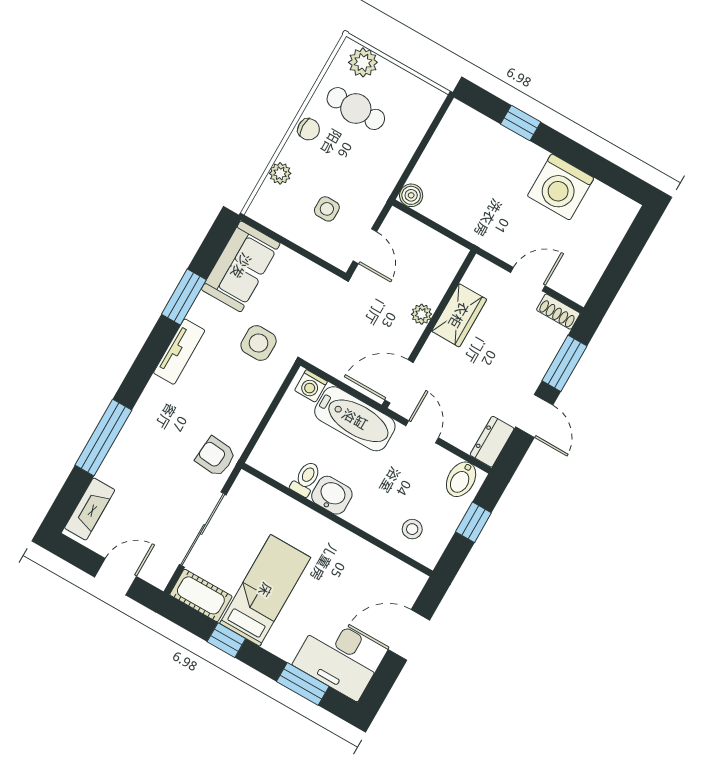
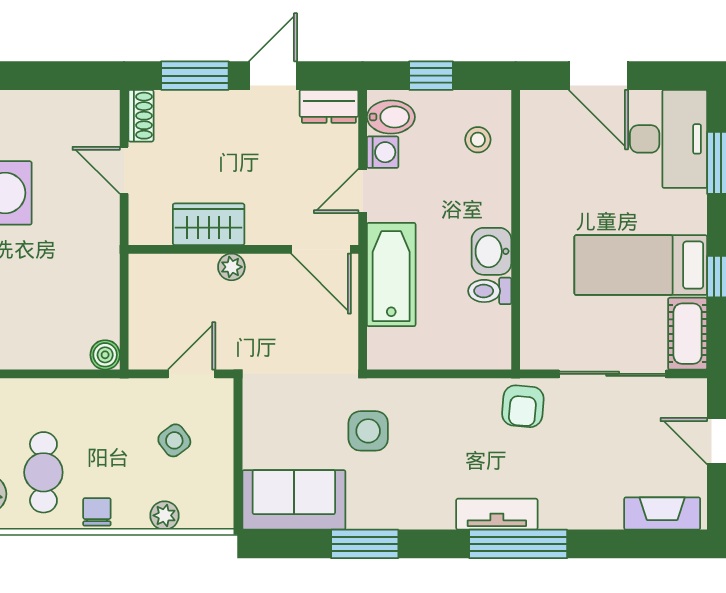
side table: (327, 209) -> (174, 440), turned -37
tv unit: (179, 352) -> (497, 514), moved
washing machine: (311, 386) -> (383, 152), moved
window: (103, 438) -> (518, 544), moved

